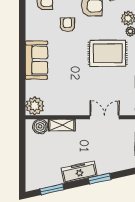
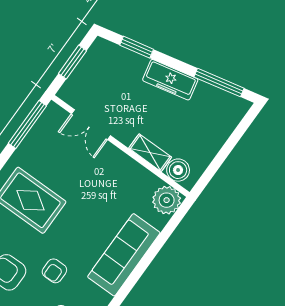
sofa: (36, 60) -> (124, 255), width x1.36
window: (100, 179) -> (137, 47), moved
window: (52, 189) -> (219, 83), width x1.44

